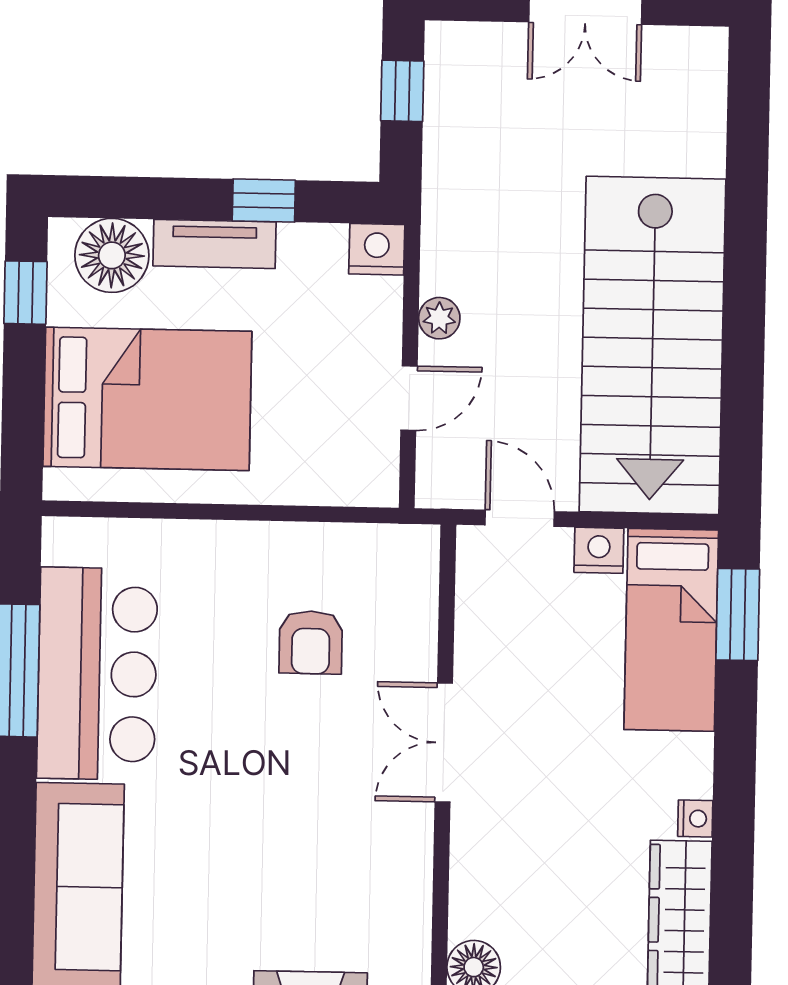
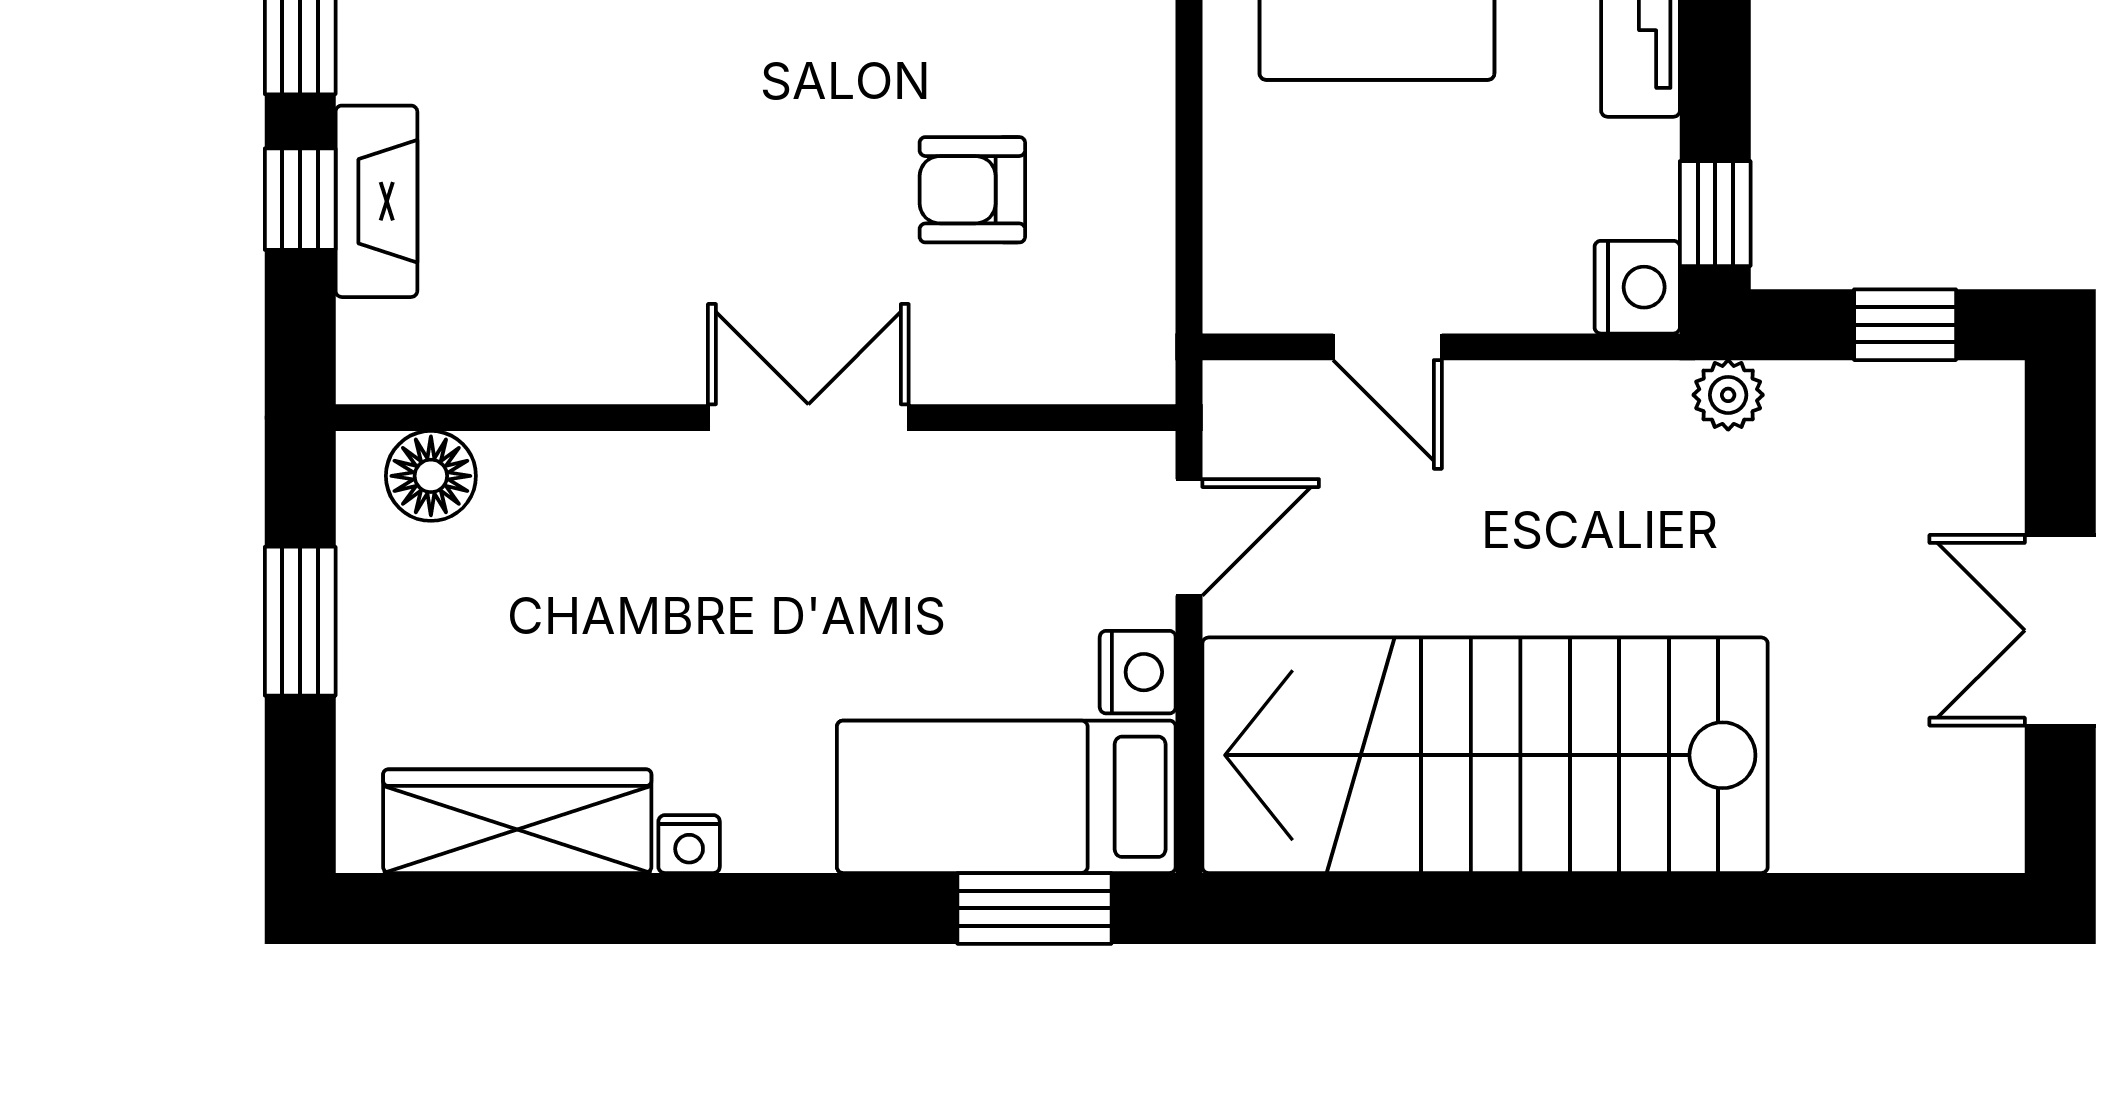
window: (264, 201) -> (1715, 214), moved
plant: (439, 318) -> (1728, 395), moved

